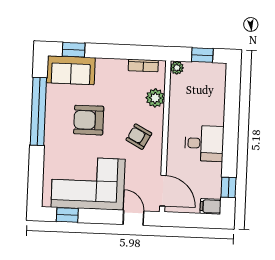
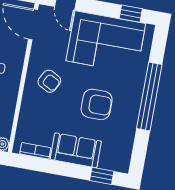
sofa: (71, 70) -> (76, 150), moved
plant: (155, 98) -> (28, 117), removed
window: (38, 111) -> (149, 97), moved

